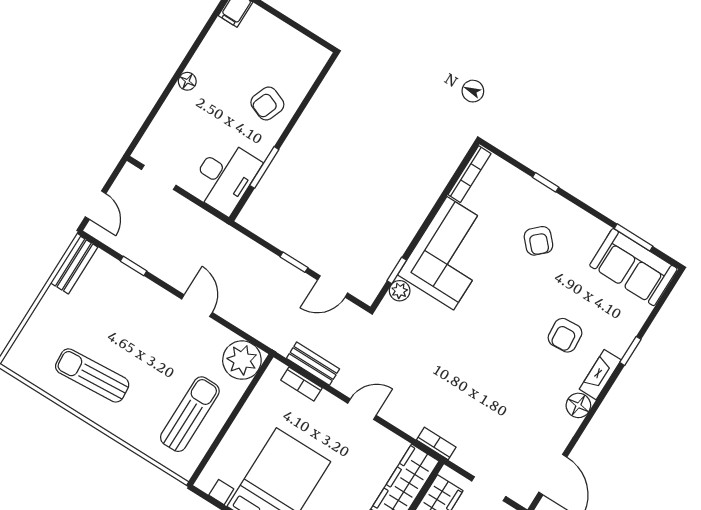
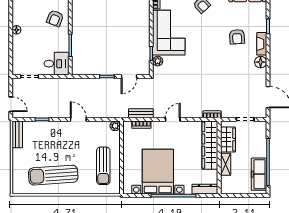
desk: (225, 177) -> (56, 64), width x0.73
plant: (242, 360) -> (115, 126), width x0.53, depth x0.53
sun lounger: (92, 375) -> (53, 175), width x1.36, depth x1.34
sun lounger: (190, 414) -> (103, 166), turned 180

